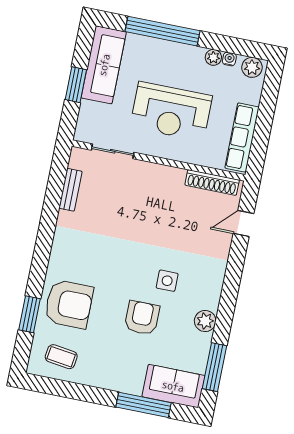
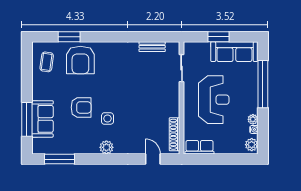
reception desk: (171, 111) -> (214, 100), turned 180
row of seats: (242, 138) -> (200, 147), width x0.68
plant: (205, 321) -> (106, 147), moved
sofa: (173, 386) -> (42, 119), moved

